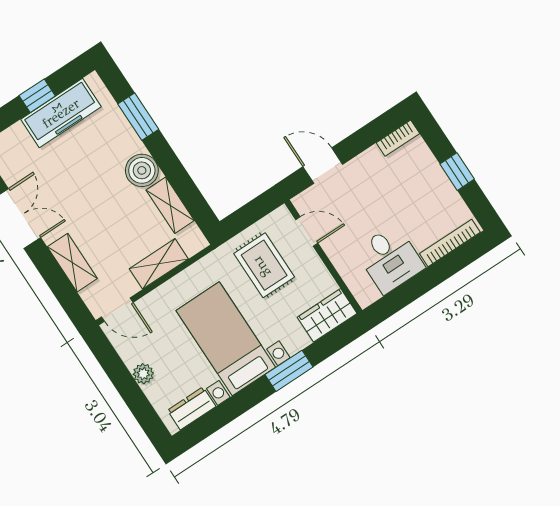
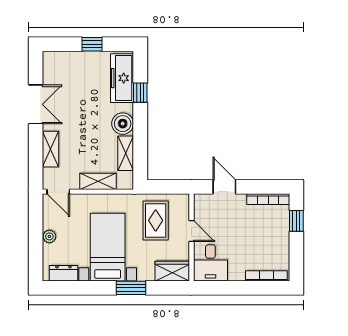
freezer: (61, 113) -> (122, 78), moved, turned 90
window: (138, 117) -> (140, 93), width x0.67
bookcase: (398, 138) -> (268, 199), width x1.56
window: (457, 172) -> (296, 221), moved
door: (307, 231) -> (191, 231), moved
desk: (390, 259) -> (210, 263), moved

